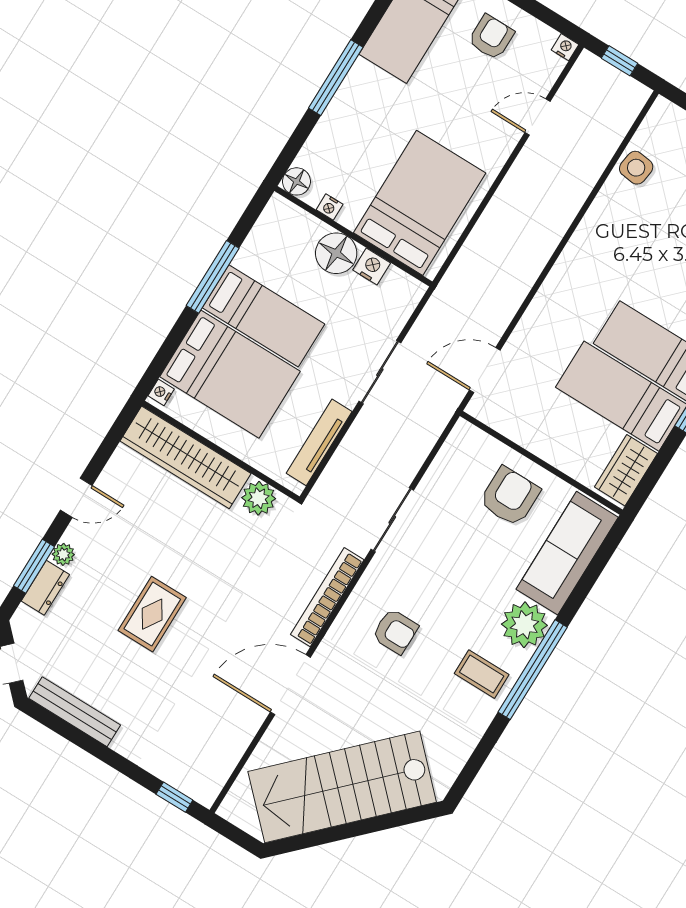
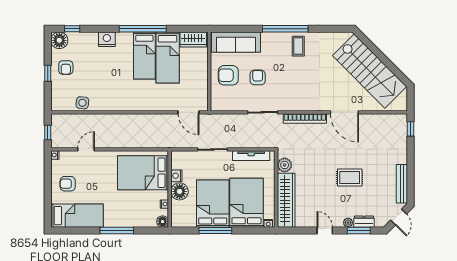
door: (537, 117) -> (86, 149), swing flipped
bed: (264, 316) -> (213, 204), width x1.50
plant: (524, 625) -> (271, 42), removed
armchair: (395, 631) -> (258, 77), moved

